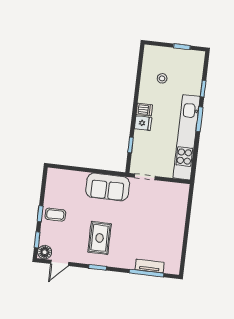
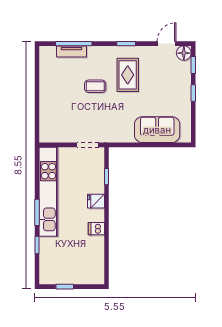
stool: (162, 78) -> (81, 251), removed
dishwasher: (144, 110) -> (96, 229), moved
sofa: (108, 187) -> (157, 130), moved
coffee table: (55, 215) -> (95, 86), moved

